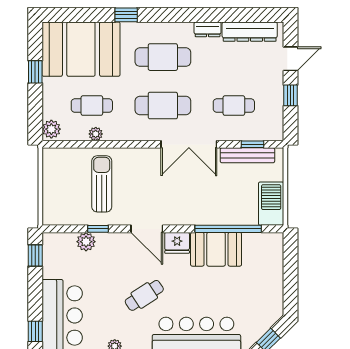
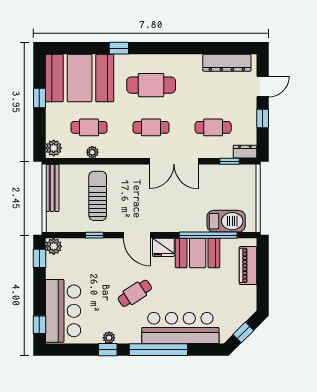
dresser: (208, 29) -> (245, 152), moved, turned 180
cafe table: (163, 106) -> (151, 127), width x0.73, depth x0.74
bench: (247, 155) -> (52, 188), moved, turned 90
barbecue: (271, 204) -> (226, 221), moved, turned 90
plant: (86, 242) -> (54, 246), moved
piano: (274, 264) -> (248, 265), added

